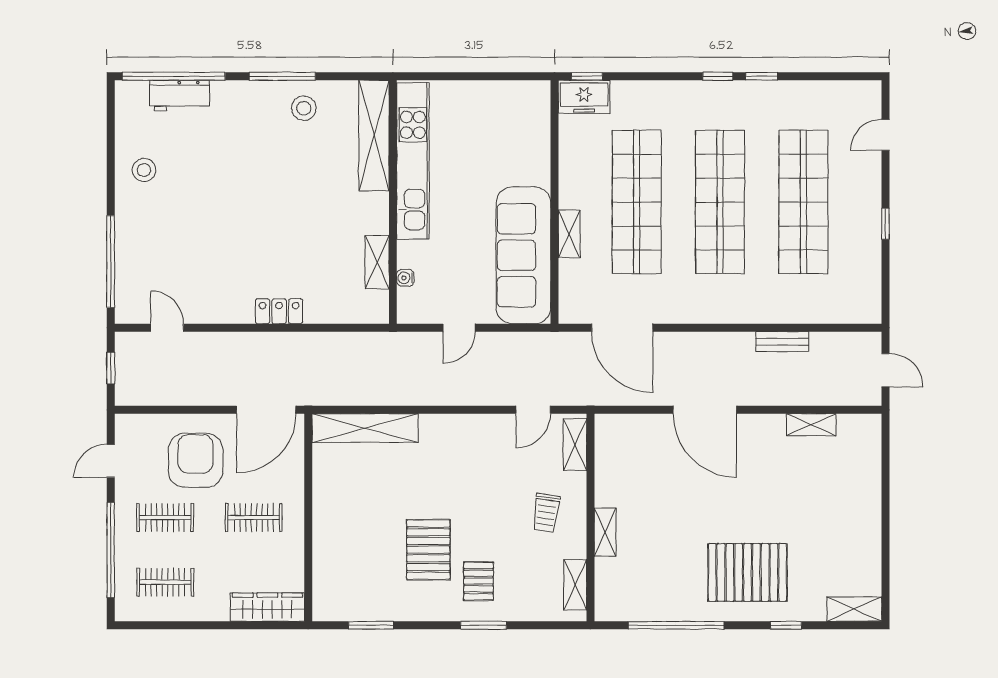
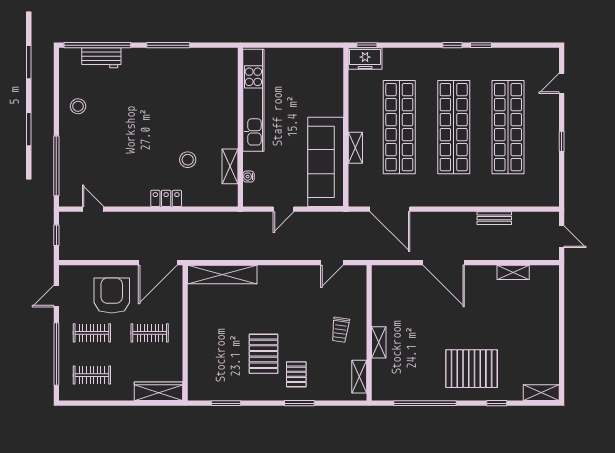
stool: (304, 108) -> (188, 160), moved
shelving: (374, 135) -> (228, 84), removed
shelving: (575, 445) -> (359, 285), removed

